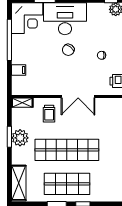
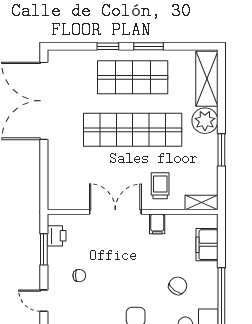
chair: (68, 50) -> (178, 286), moved
filing cabinet: (19, 70) -> (207, 245), width x2.00
filing cabinet: (51, 89) -> (157, 224), added
plant: (20, 138) -> (205, 121), moved

